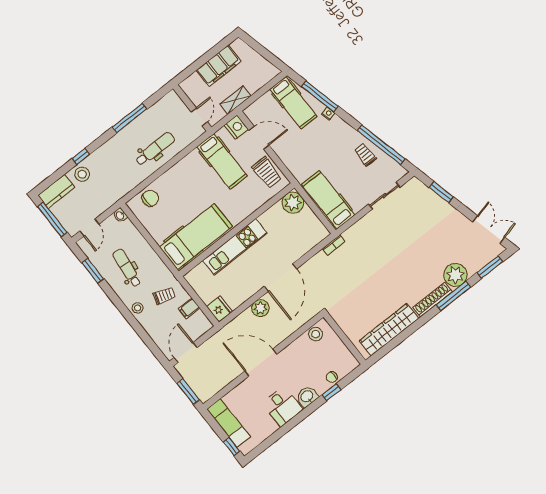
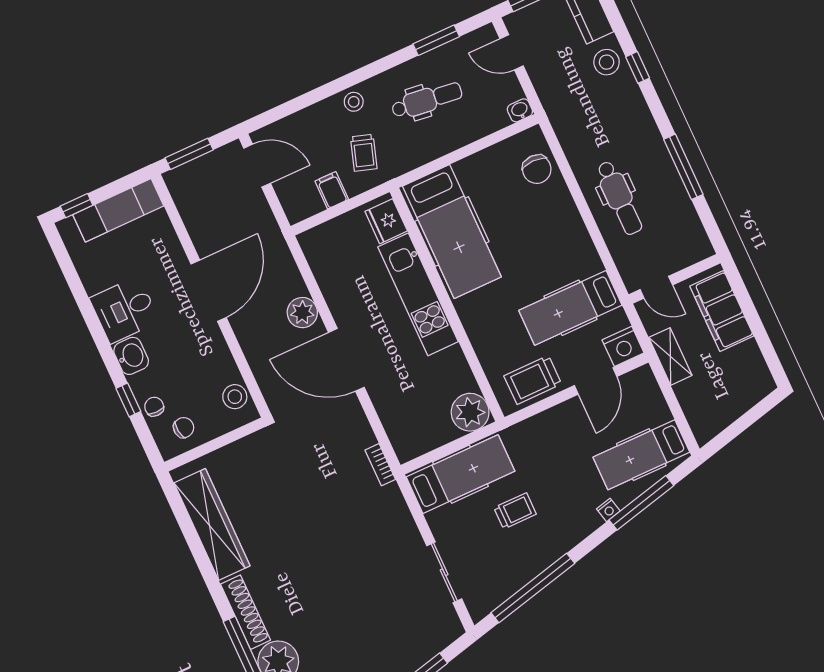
filing cabinet: (219, 66) -> (722, 311), moved
trolley: (365, 155) -> (515, 511), moved
fridge: (220, 309) -> (386, 221), moved, turned 90
chair: (339, 358) -> (184, 428), added

